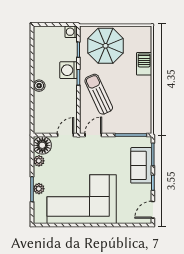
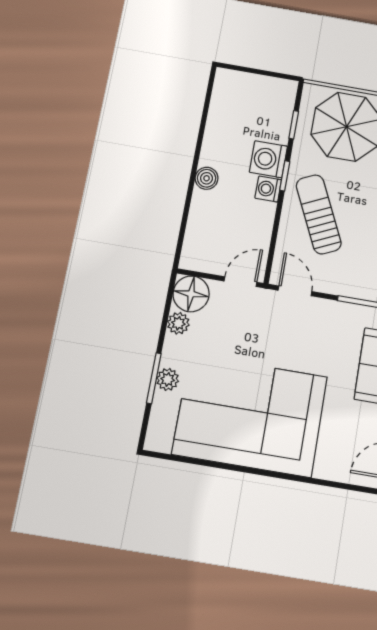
washing machine: (71, 32) -> (268, 189), moved
door: (93, 135) -> (295, 291), hinge flipped

